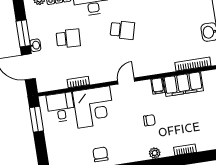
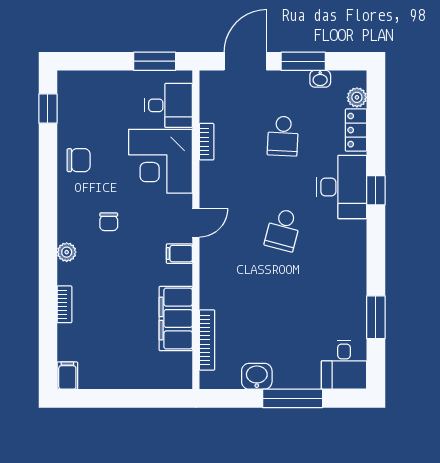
washbasin: (35, 45) -> (320, 79), moved
door: (126, 81) -> (196, 223), hinge flipped
filing cabinet: (158, 86) -> (179, 254), moved
chair: (149, 120) -> (109, 222), moved

